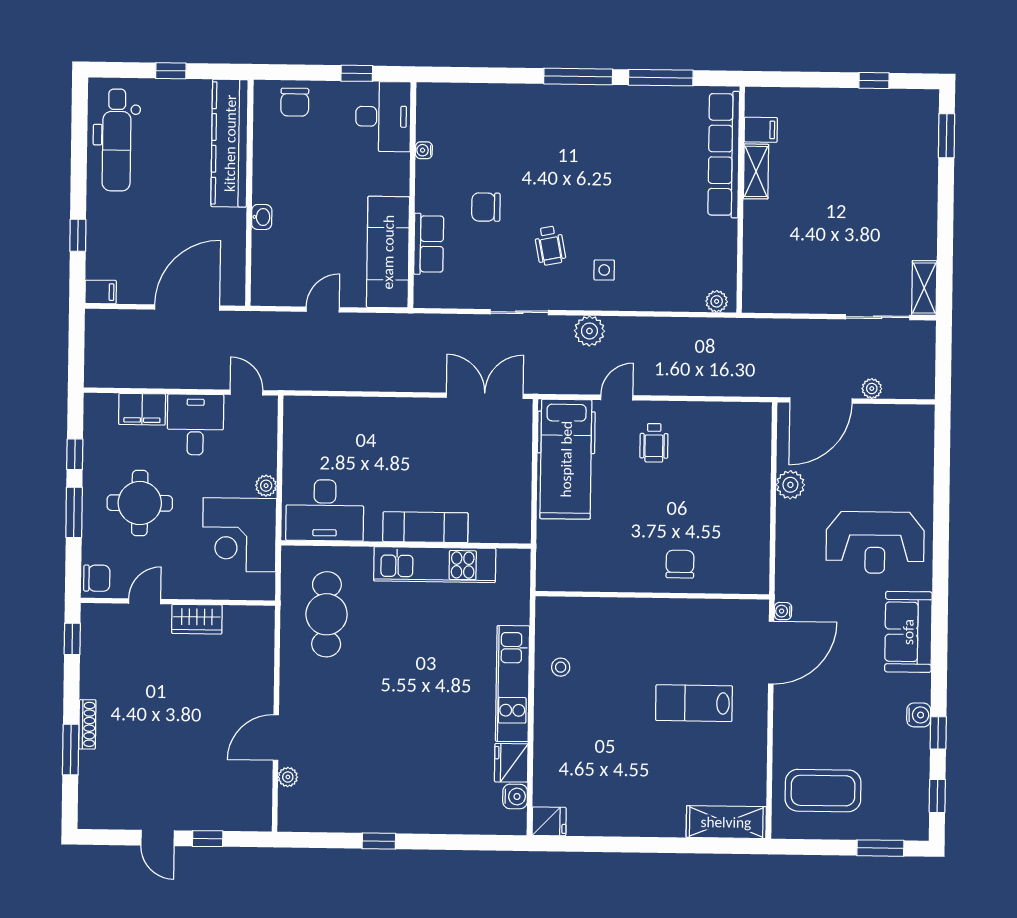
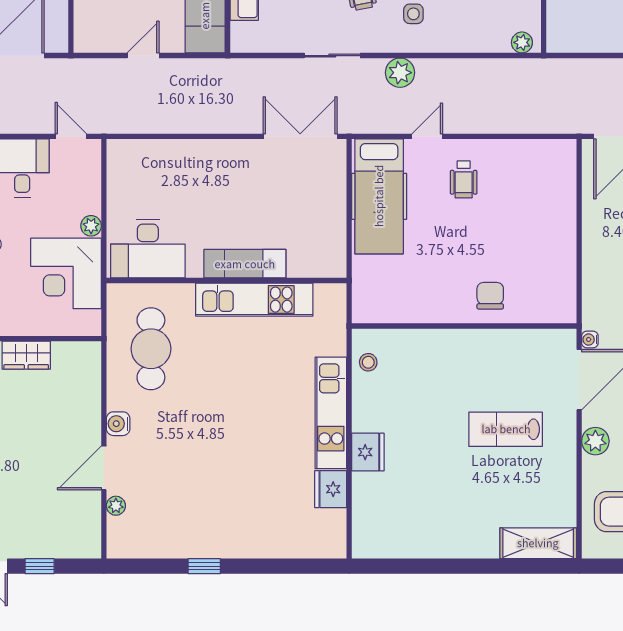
plant: (790, 485) -> (595, 441), moved
stool: (561, 667) -> (368, 362), moved
water cooler: (515, 796) -> (118, 424), moved, turned 180
fridge: (549, 821) -> (368, 452), moved, width x1.38

